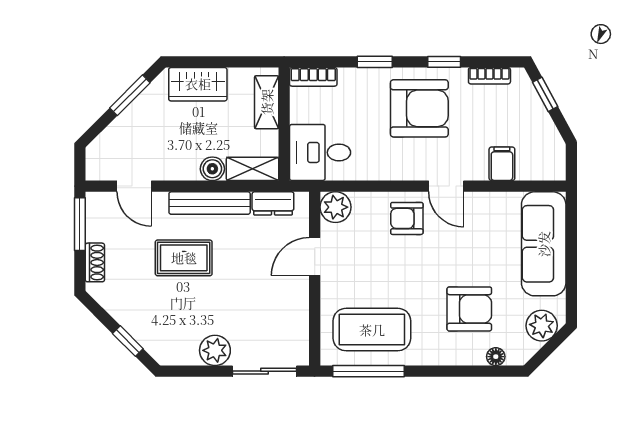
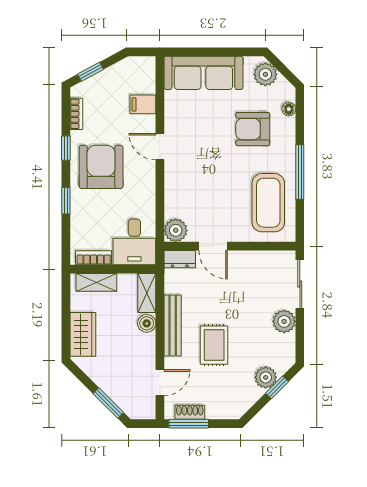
bookcase: (313, 77) -> (94, 258), moved, turned -90
window: (130, 95) -> (108, 403), moved
door: (446, 186) -> (160, 147), swing flipped
dresser: (273, 203) -> (180, 259), moved, turned 90
armchair: (407, 218) -> (184, 176), removed
shoe rack: (95, 262) -> (190, 412), moved
armchair: (469, 309) -> (253, 129), turned -90
plant: (141, 326) -> (266, 377), added
window: (368, 371) -> (300, 172), moved

